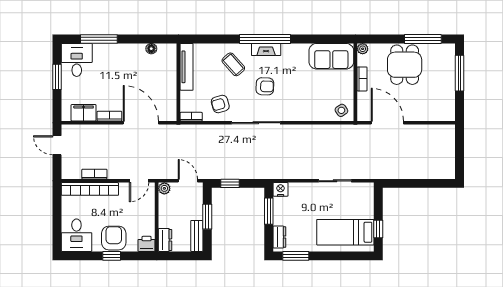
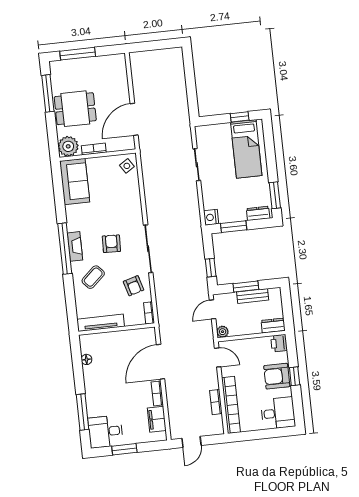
plant: (363, 49) -> (68, 146), width x1.88, depth x1.88
bench: (197, 236) -> (253, 296), moved

